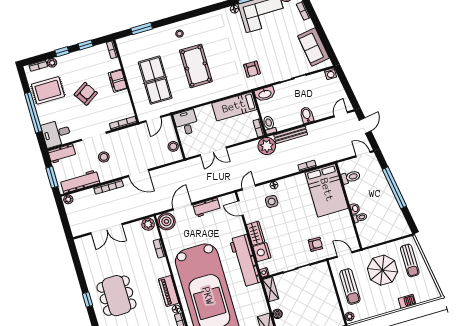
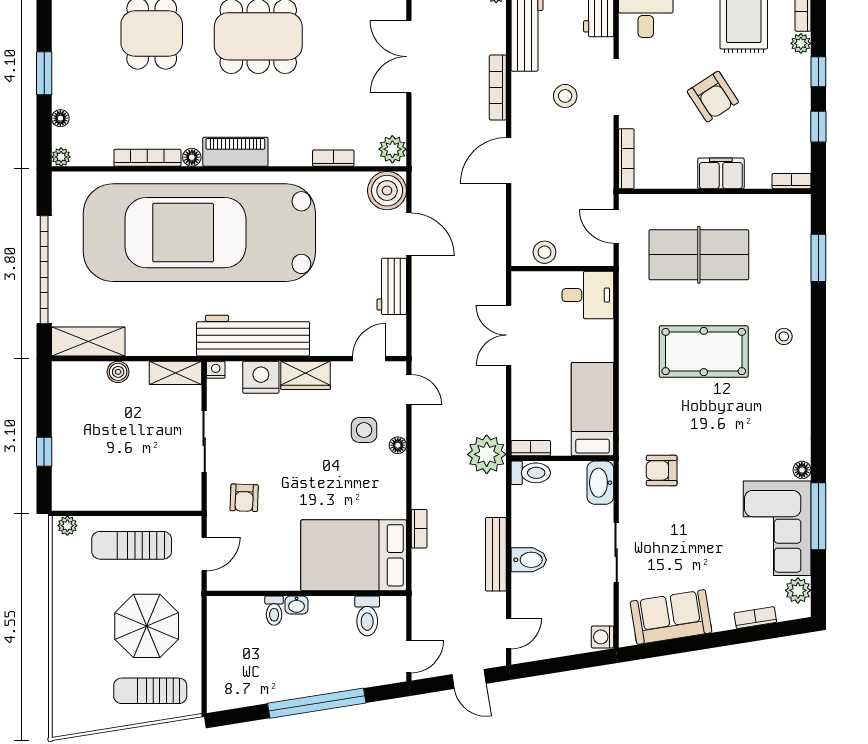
door: (341, 114) -> (509, 634), hinge flipped
bench: (291, 135) -> (496, 554), moved
barbecue: (407, 301) -> (64, 659), removed

